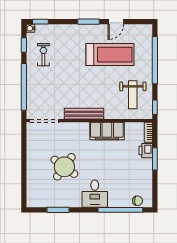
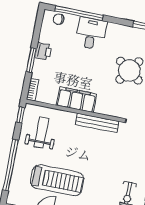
treadmill: (110, 55) -> (57, 180), turned 180
printer: (146, 151) -> (43, 51), moved
desk: (95, 194) -> (91, 33), moved

